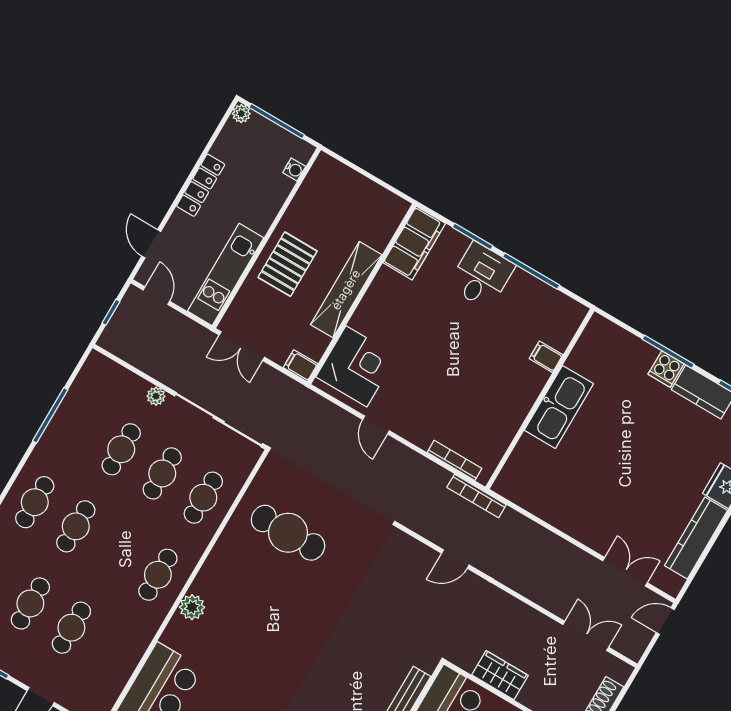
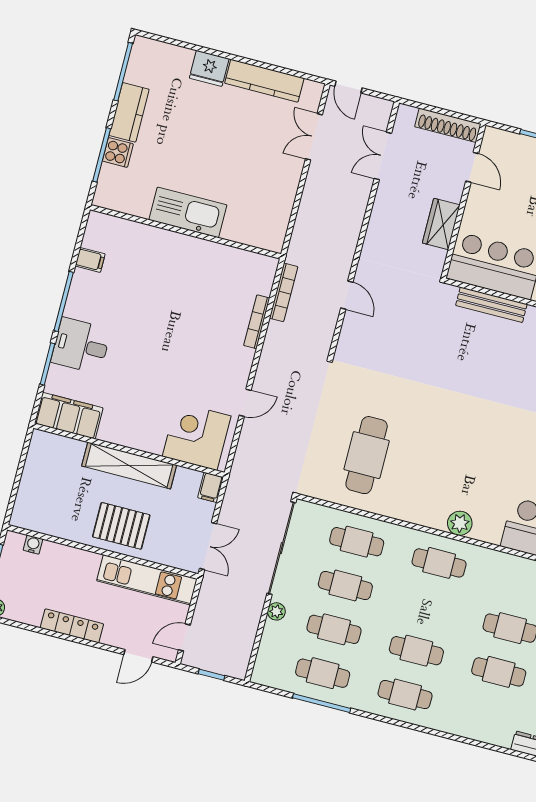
filing cabinet: (546, 357) -> (90, 260), moved, turned -90
wall: (540, 399) -> (185, 232), moved
kitchen sink: (559, 407) -> (188, 212), moved
cafe table: (80, 425) -> (323, 673), added

